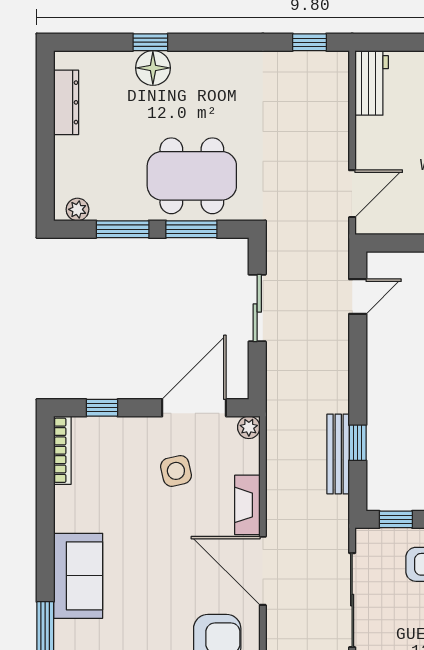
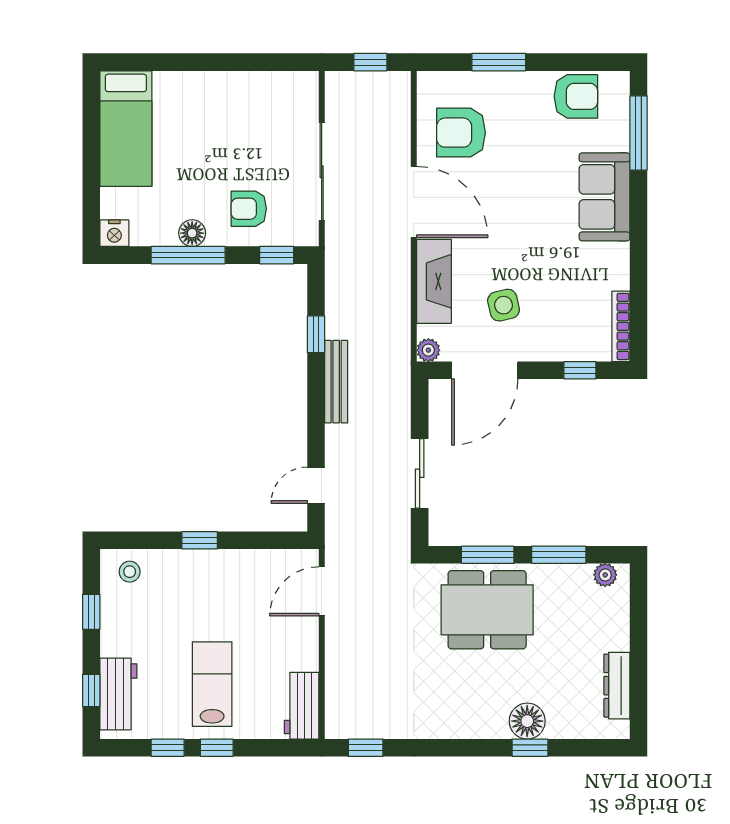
bench: (338, 454) -> (336, 382), moved
fireplace: (247, 505) -> (434, 281), width x1.37, depth x1.32

